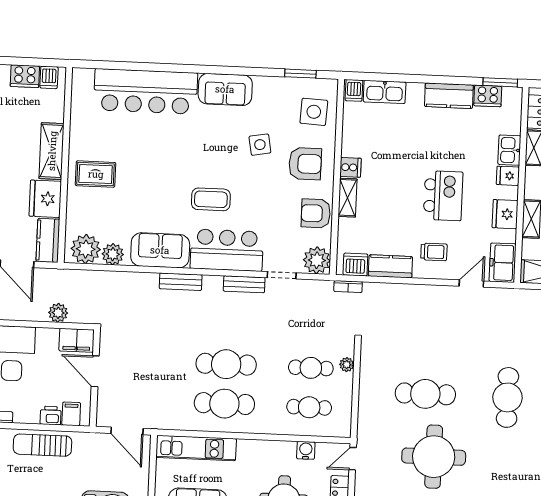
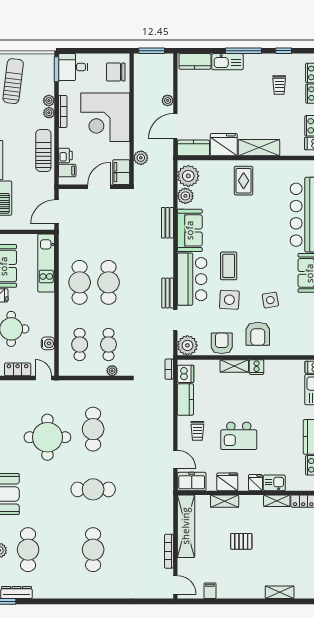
side table: (314, 112) -> (229, 300), moved
bench: (181, 282) -> (167, 223), moved

